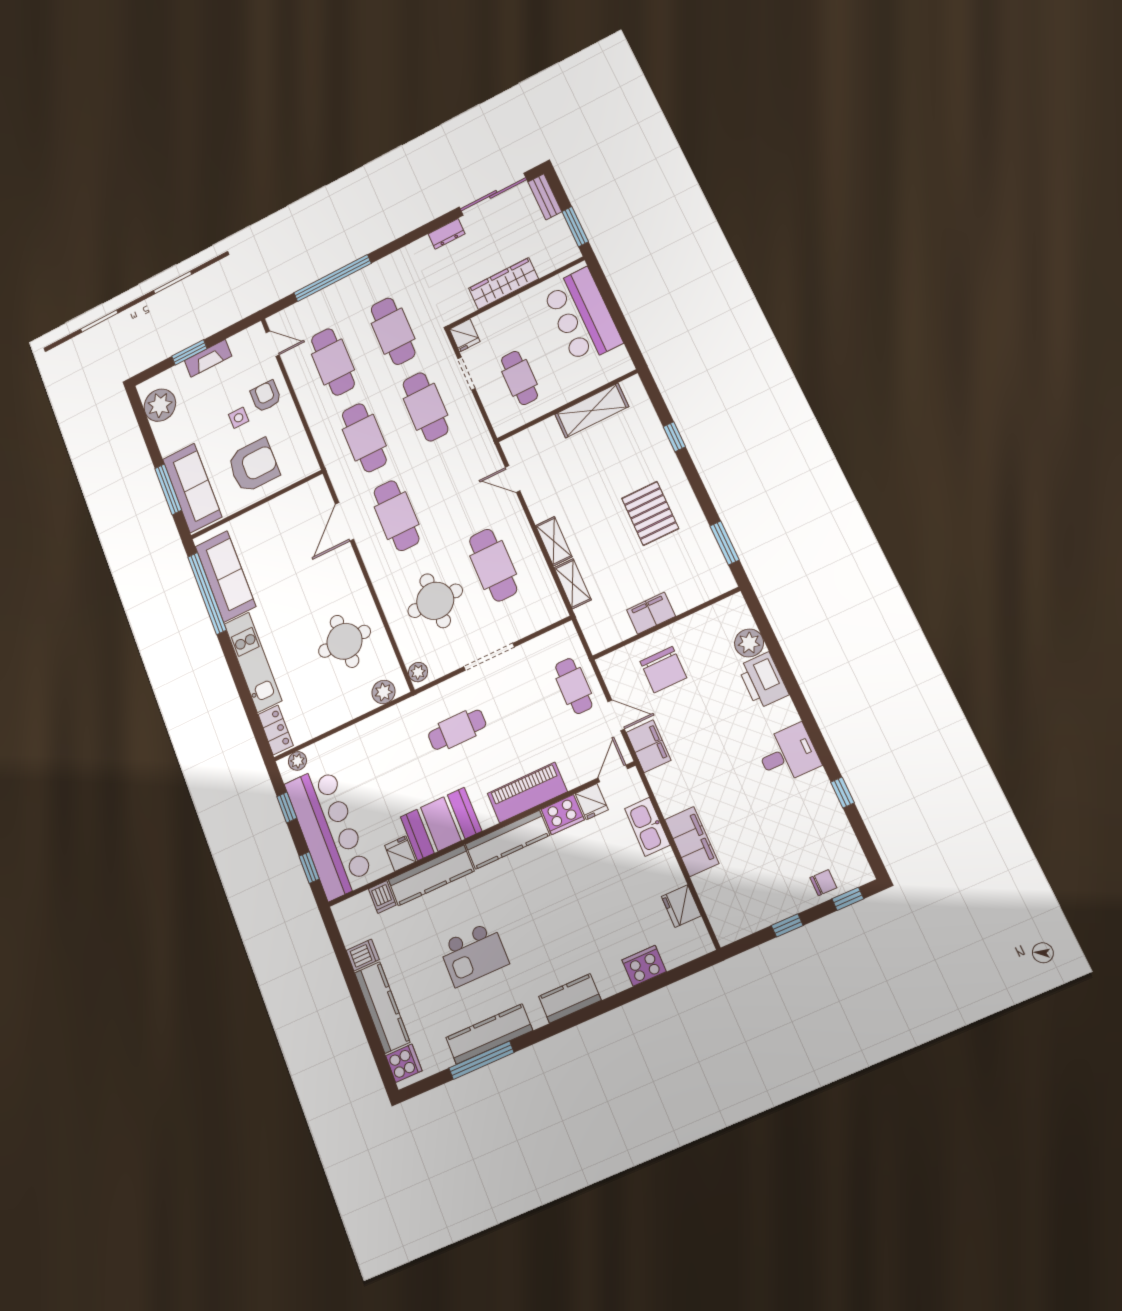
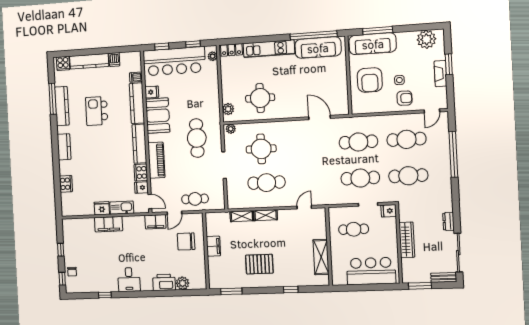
cafe table: (396, 516) -> (311, 145), removed
cafe table: (457, 730) -> (197, 138), width x1.37, depth x1.35
fridge: (681, 906) -> (102, 208), moved

